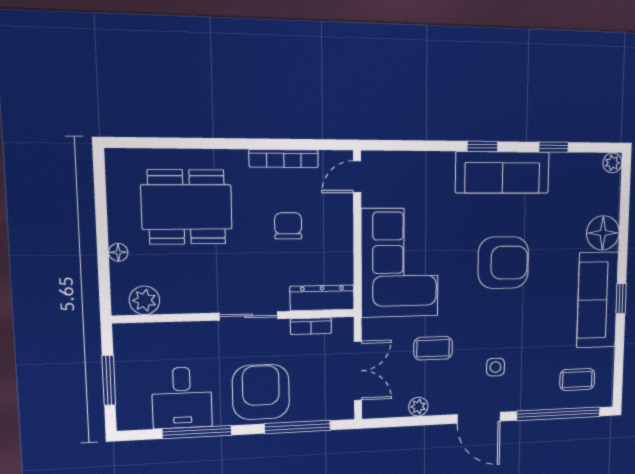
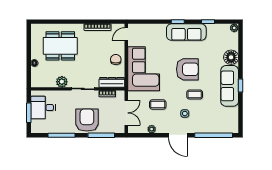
chair: (288, 226) -> (116, 59), moved
plant: (144, 300) -> (62, 82), moved
coffee table: (577, 379) -> (195, 94), moved
desk: (182, 398) -> (43, 108), moved, turned 90

